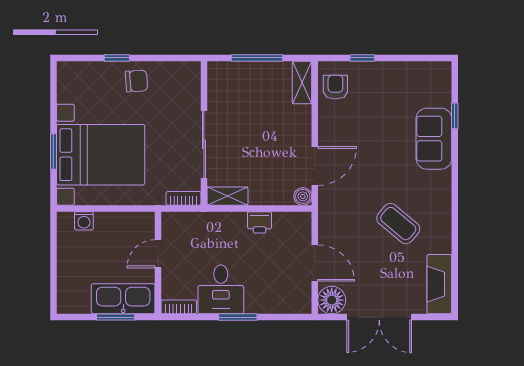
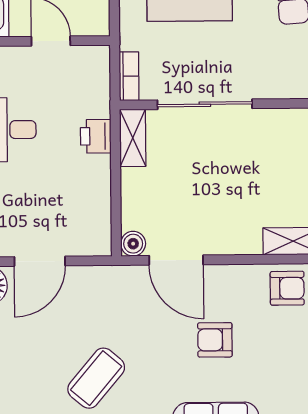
armchair: (372, 139) -> (215, 340), added
printer: (259, 222) -> (96, 136), moved

